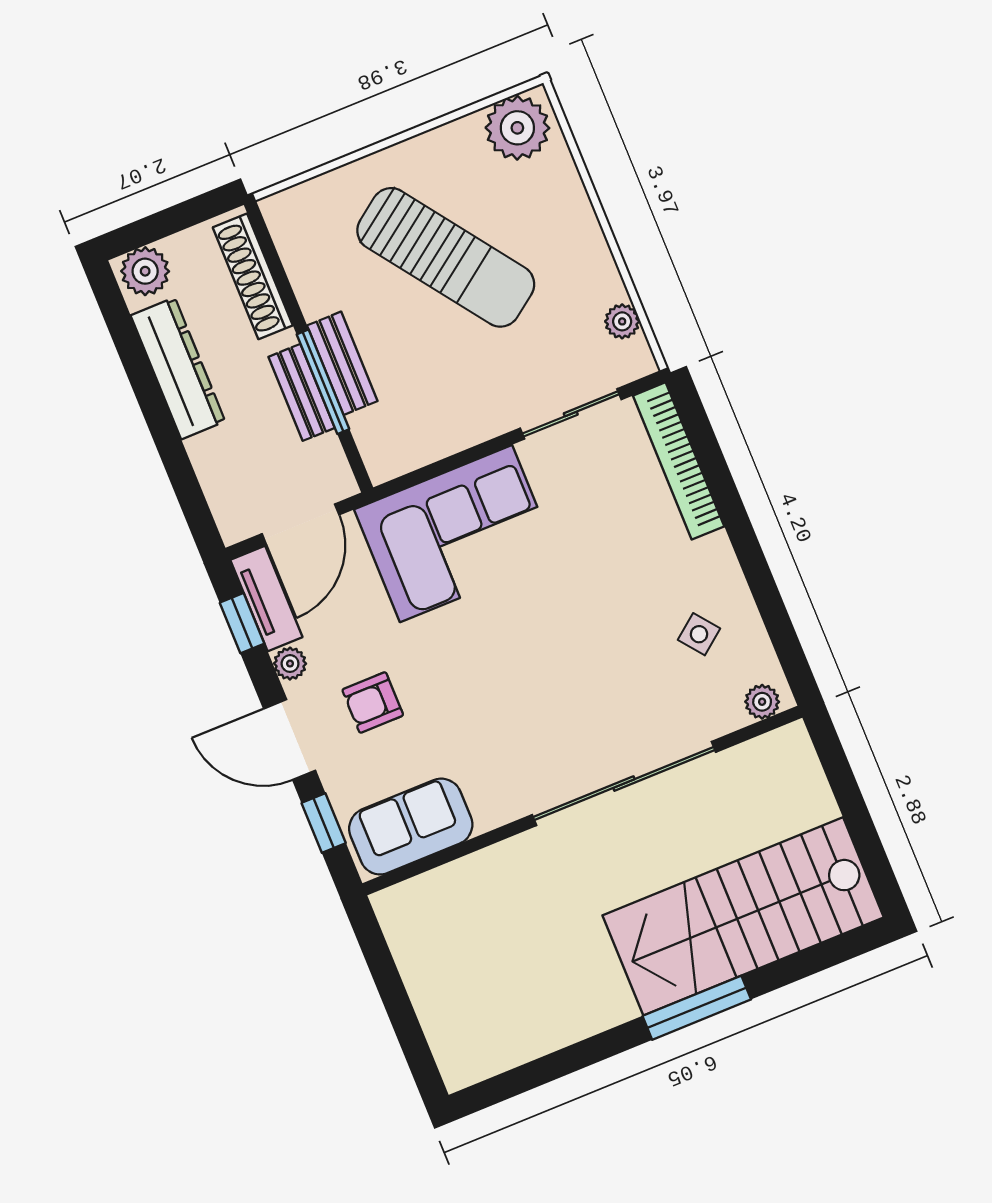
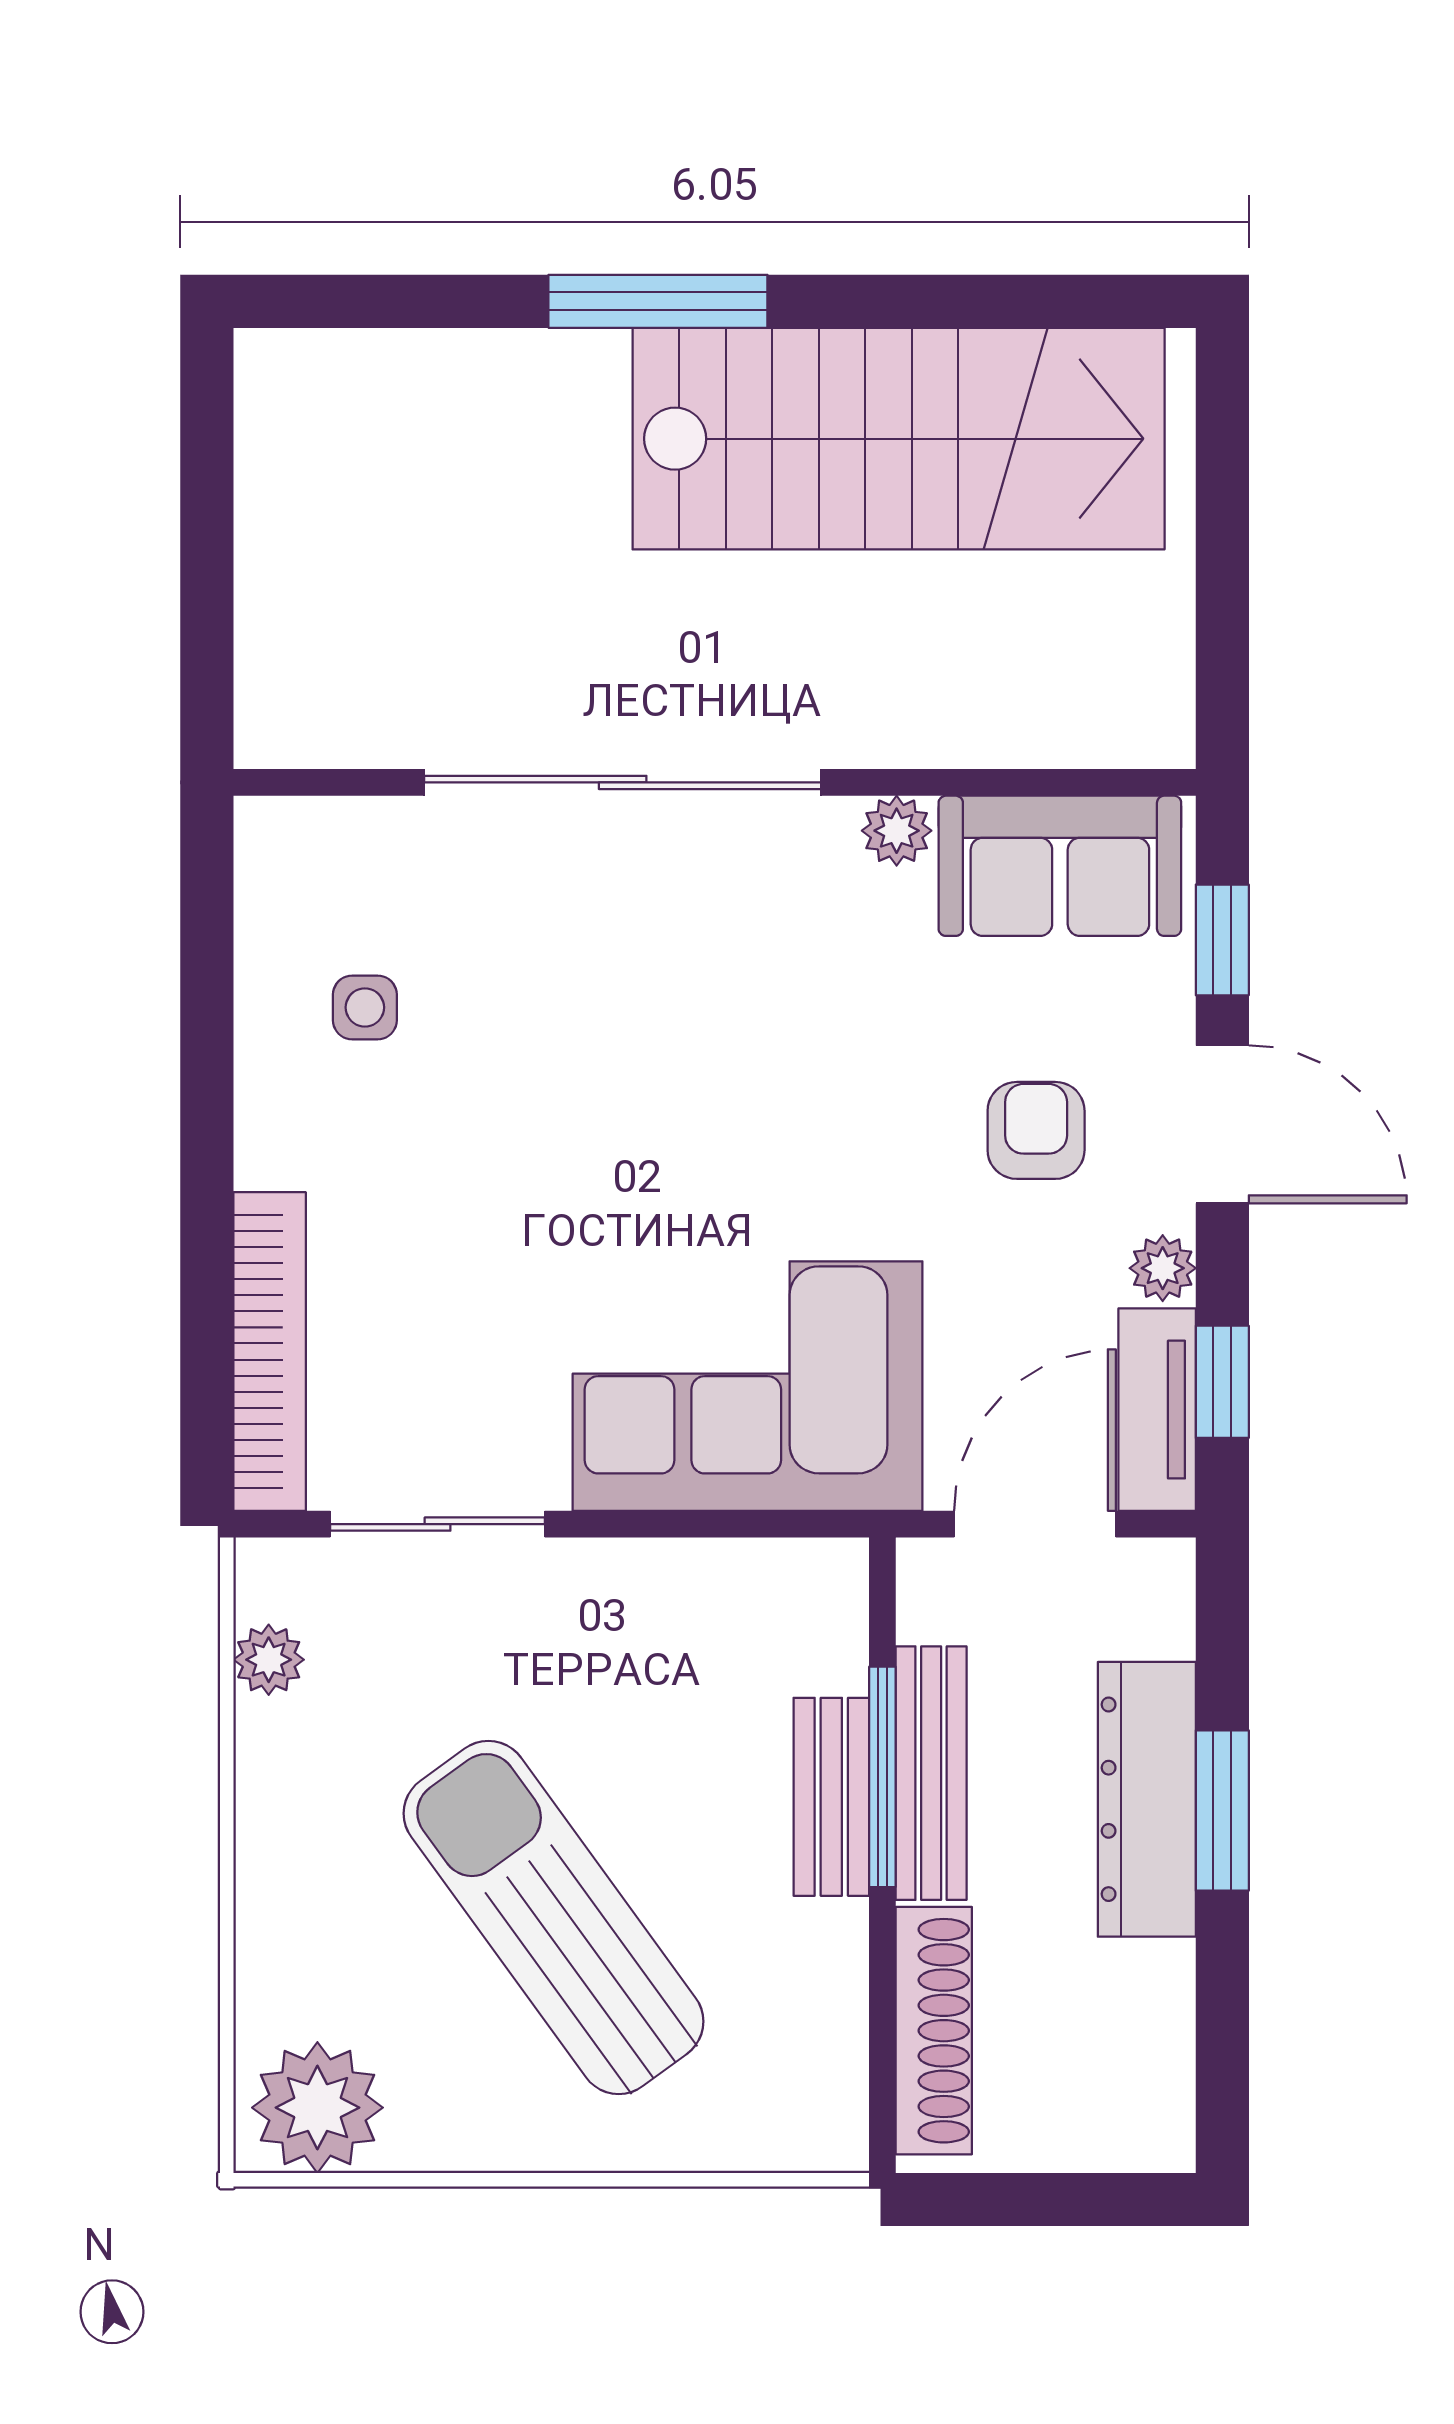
plant: (145, 271) -> (1134, 2124), removed
dresser: (178, 368) -> (1147, 1799), moved
bench: (302, 392) -> (931, 1773), width x1.36
window: (163, 429) -> (1222, 1810), added
side table: (699, 634) -> (365, 1007), turned 38
armchair: (373, 702) -> (1036, 1130), turned -90
plant: (762, 702) -> (897, 831), moved
stairs: (743, 916) -> (899, 439), moved

